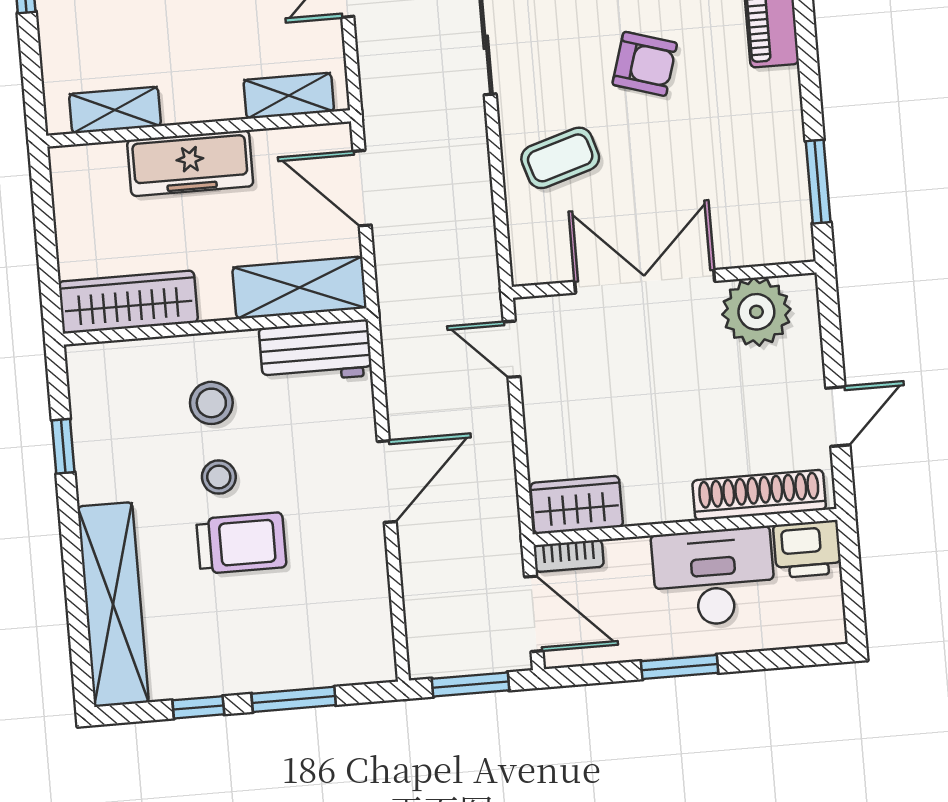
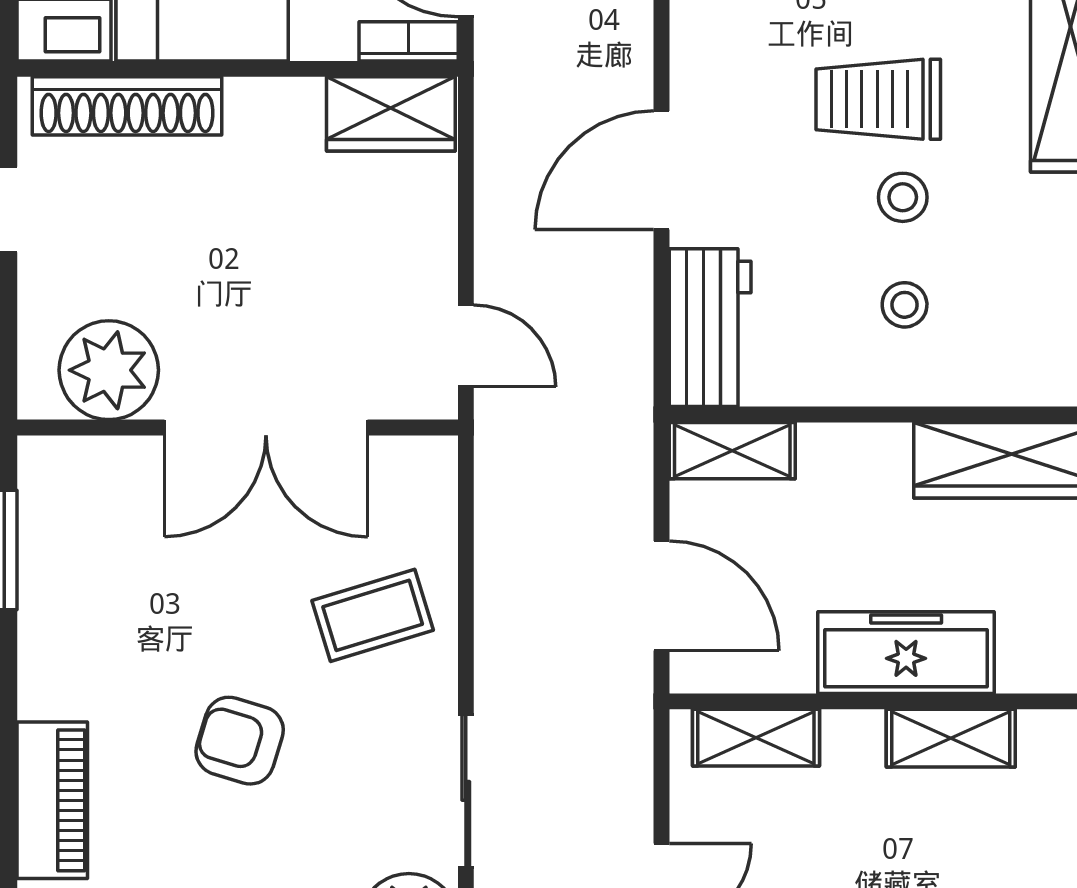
shelving: (115, 110) -> (951, 738), moved
shelving: (300, 288) -> (732, 451), width x0.67, depth x0.75
workbench: (316, 352) -> (710, 328), moved, turned 90
stool: (211, 403) -> (905, 305), width x0.73, depth x0.73

